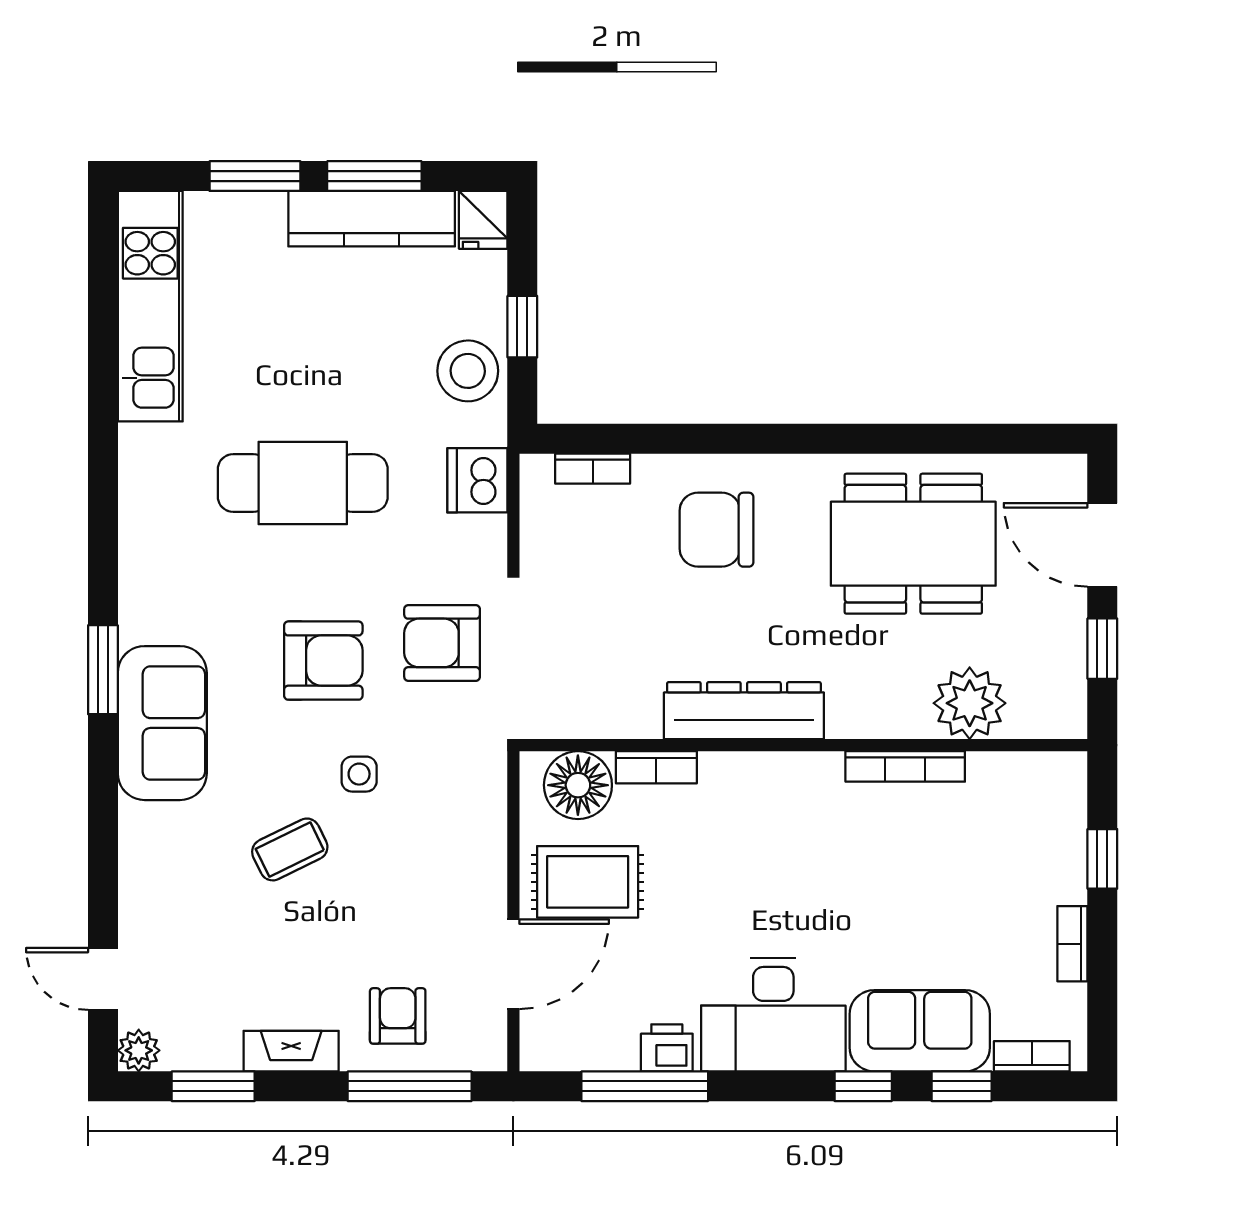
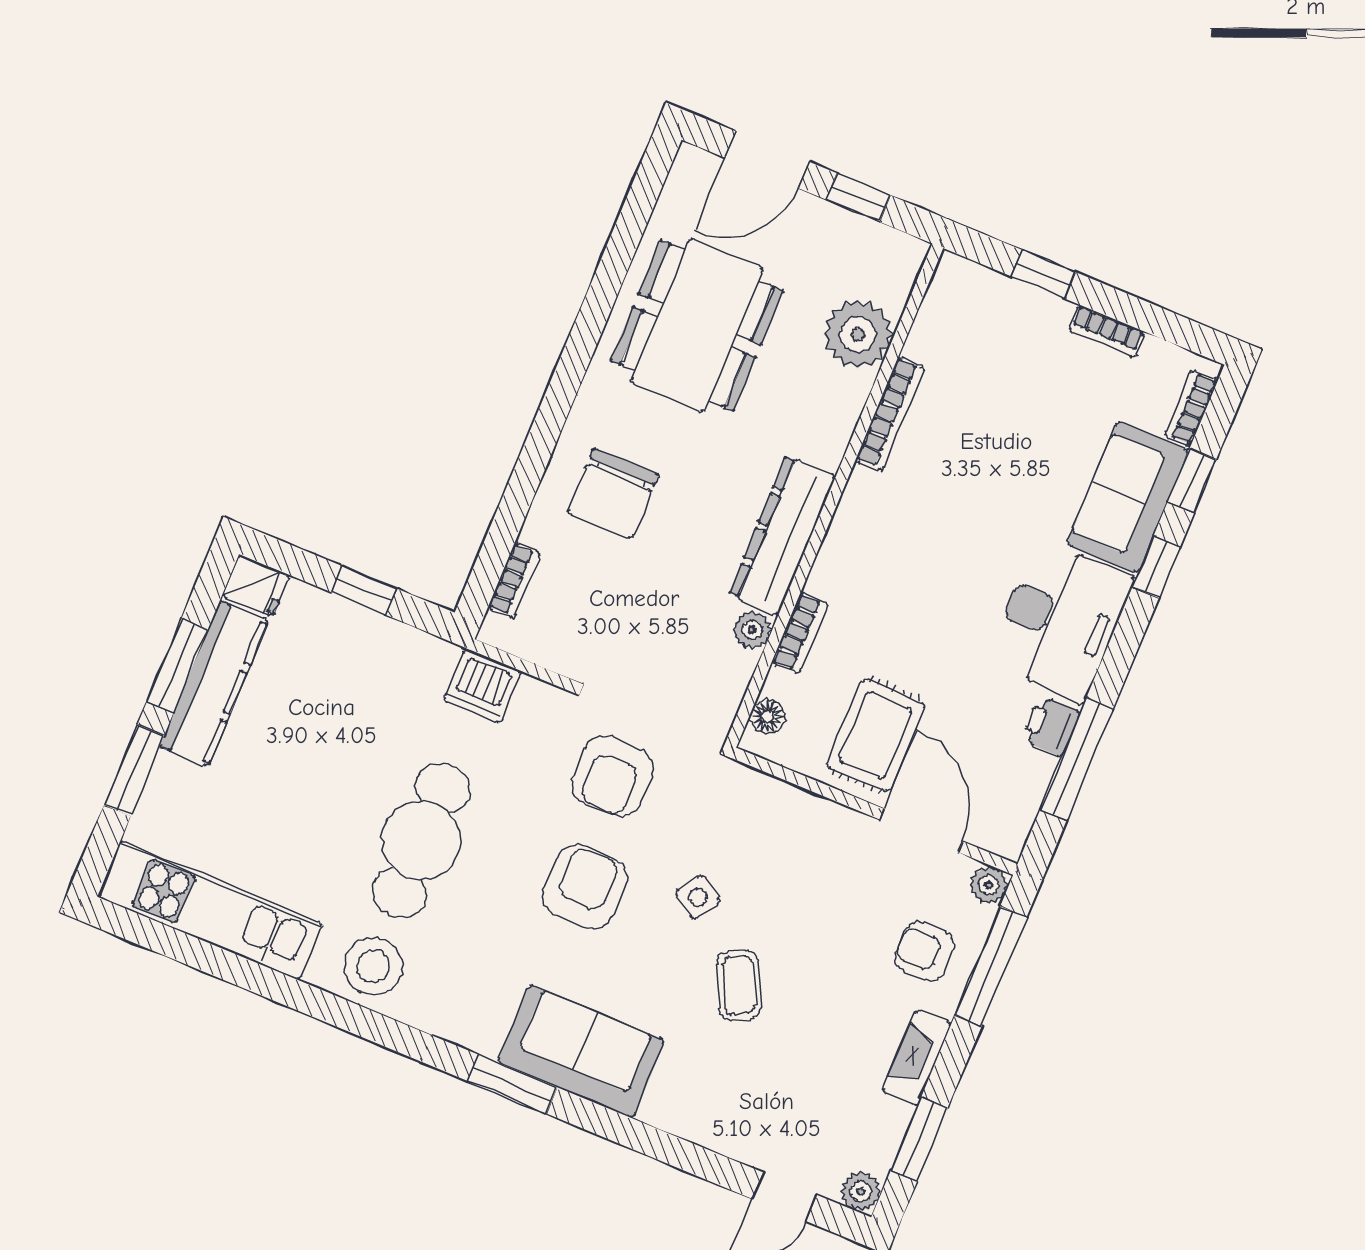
stool: (468, 371) -> (373, 966), moved
plant: (640, 719) -> (752, 630), added
side table: (359, 774) -> (698, 897), turned 33
floor lamp: (578, 785) -> (767, 717), width x0.53, depth x0.53
plant: (488, 1052) -> (989, 885), added

